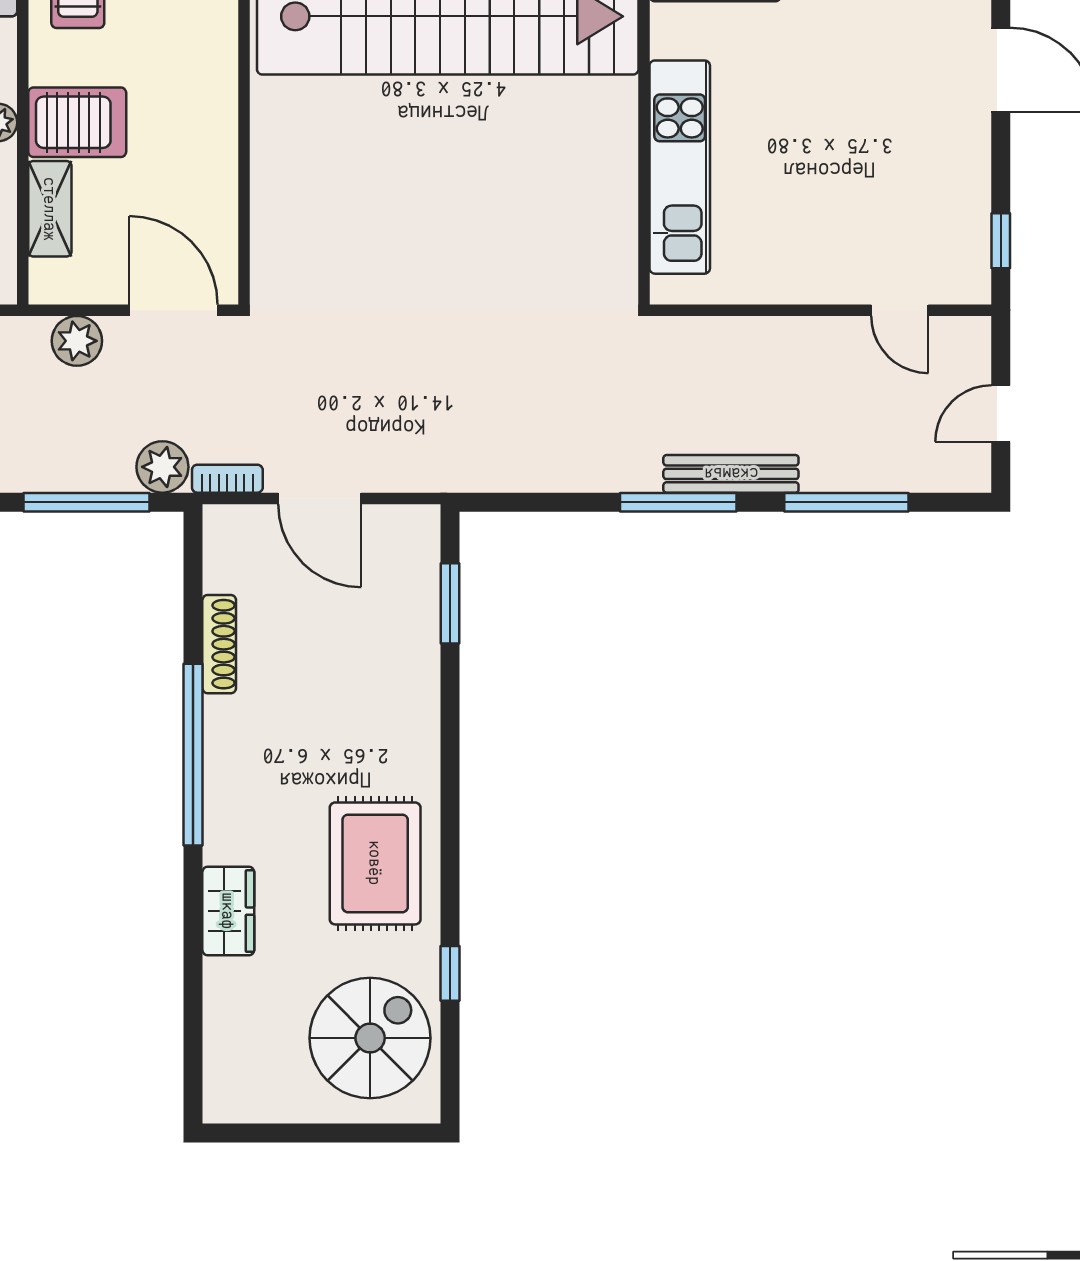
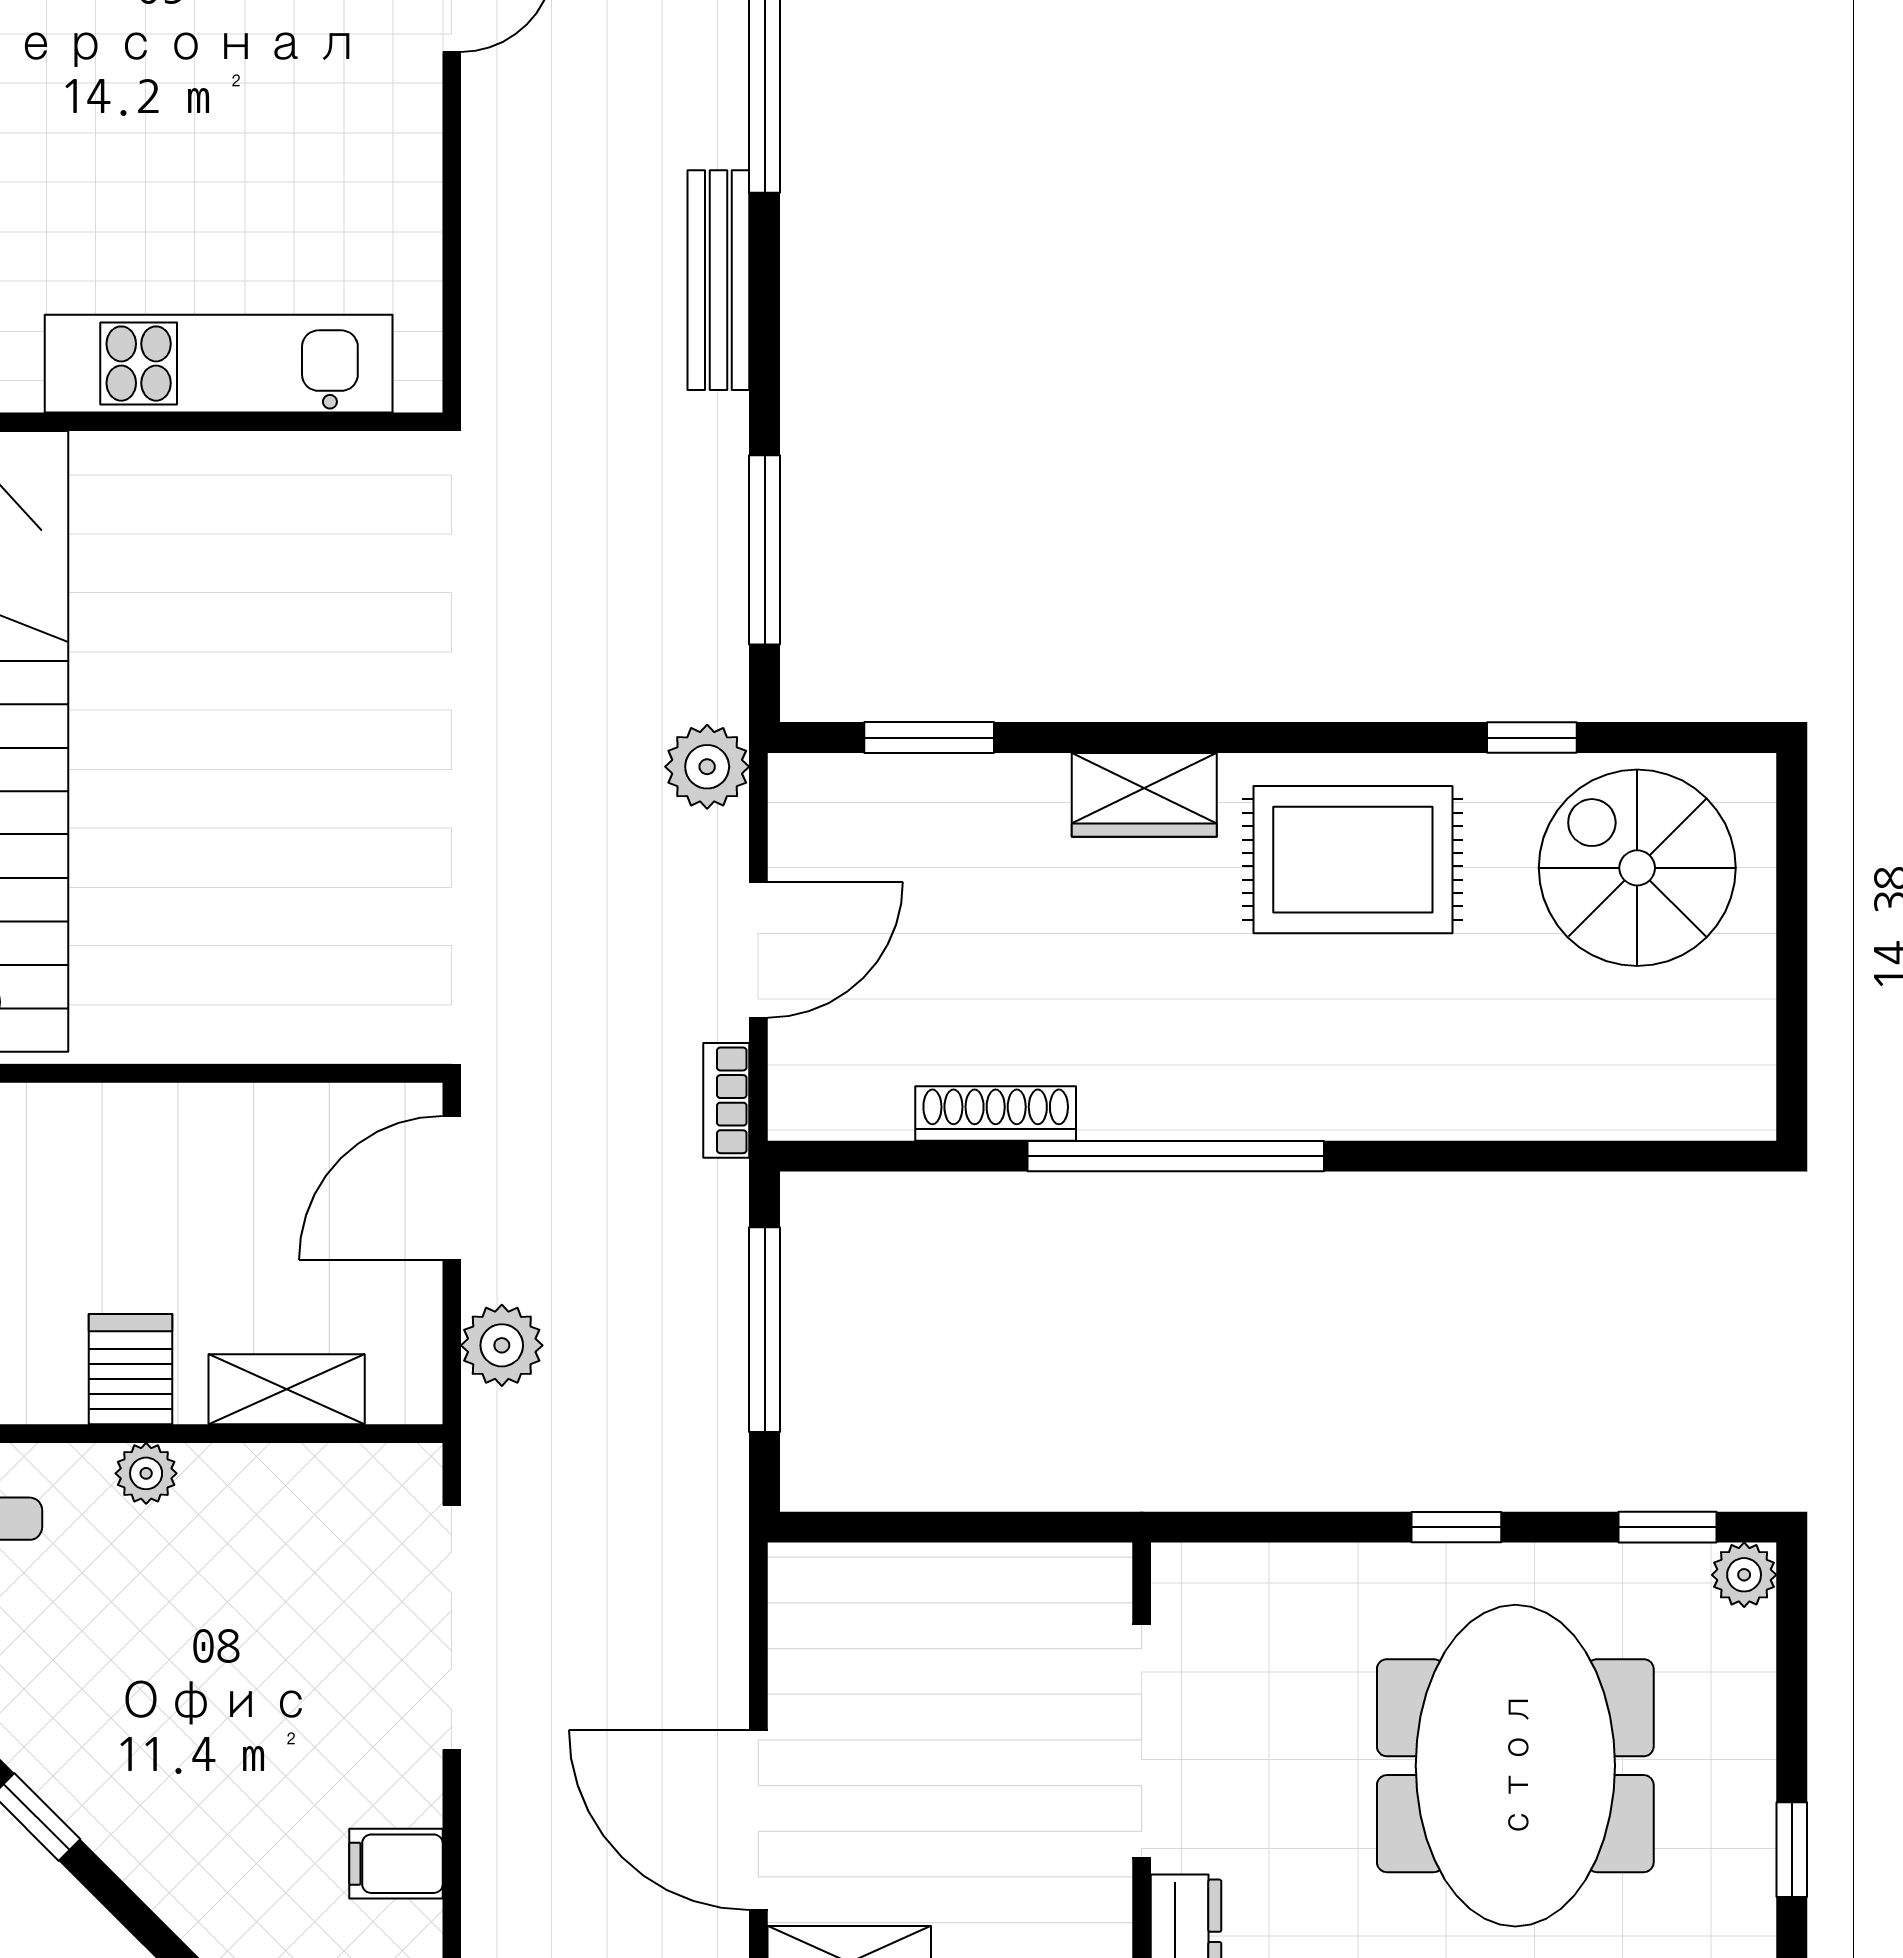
server rack: (77, 122) -> (131, 1369), width x0.73, depth x0.70
plant: (162, 467) -> (707, 767), moved
window: (678, 502) -> (765, 550), moved
wardrobe: (228, 911) -> (1144, 795), moved, turned 180

